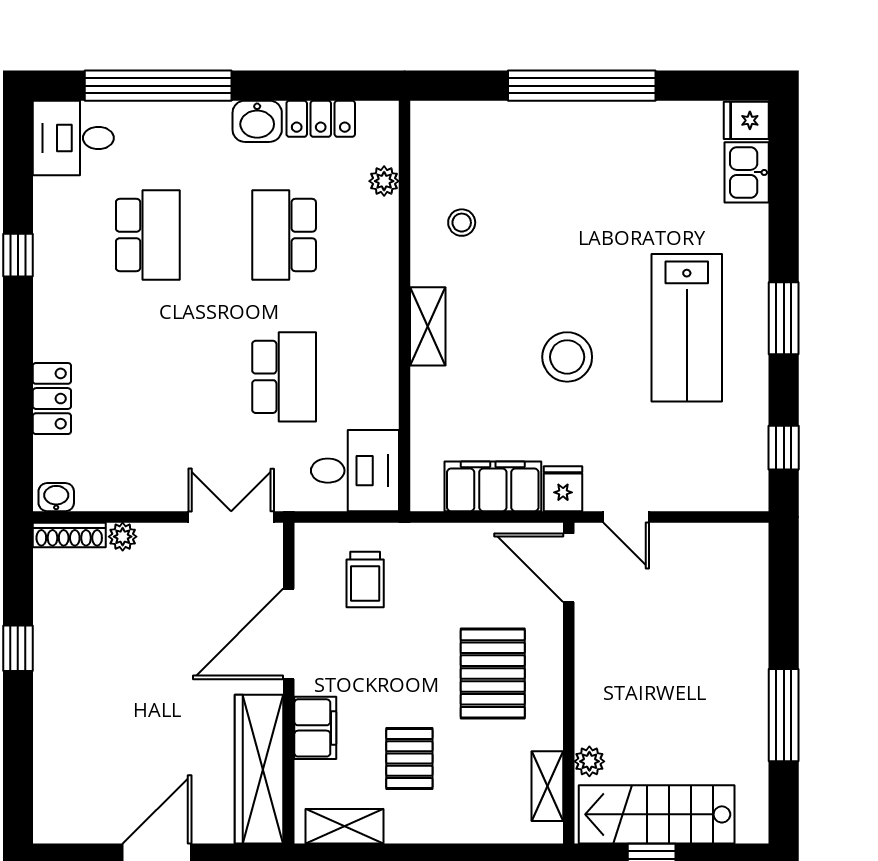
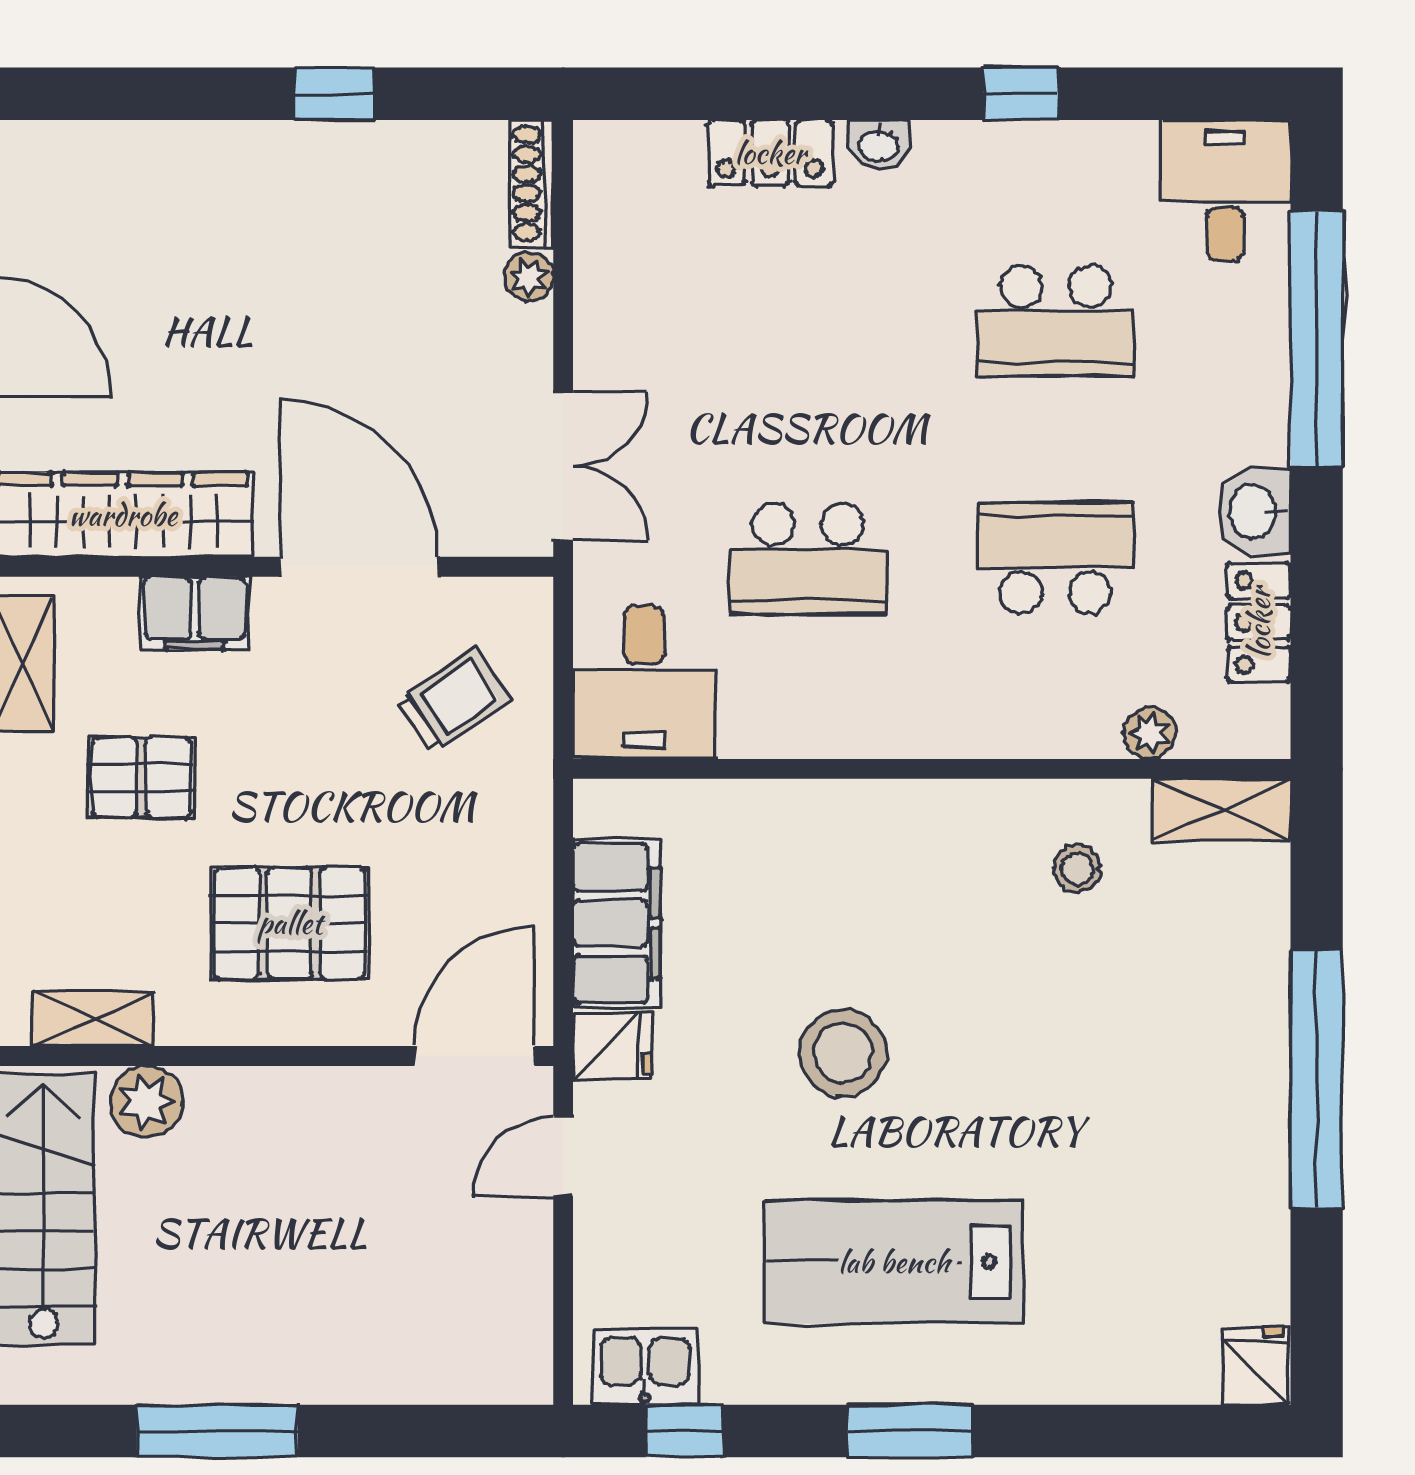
kitchen sink: (747, 172) -> (645, 1367), moved
shelving: (428, 326) -> (1222, 810), moved
washbasin: (56, 497) -> (879, 145), moved, turned 90
trolley: (365, 580) -> (454, 700), turned 146
plant: (589, 761) -> (146, 1102), width x1.38, depth x1.38

